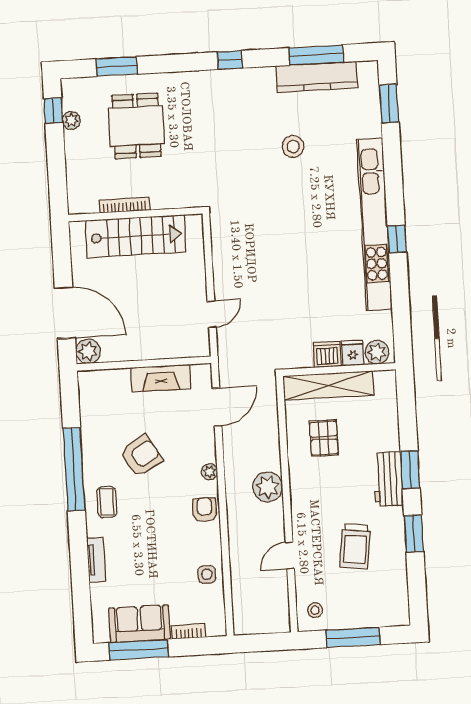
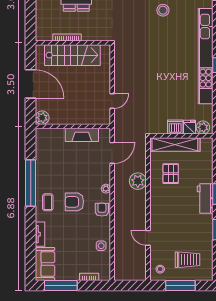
door: (65, 313) -> (31, 84), moved
armchair: (141, 456) -> (74, 202), moved, turned -149
plant: (268, 487) -> (138, 181), moved
trolley: (355, 546) -> (188, 260), moved, turned -97
door: (290, 555) -> (148, 238), hinge flipped
sofa: (139, 624) -> (45, 264), moved, turned 90

